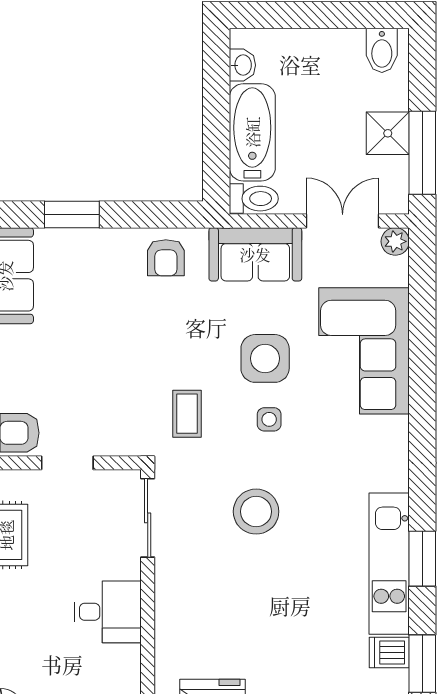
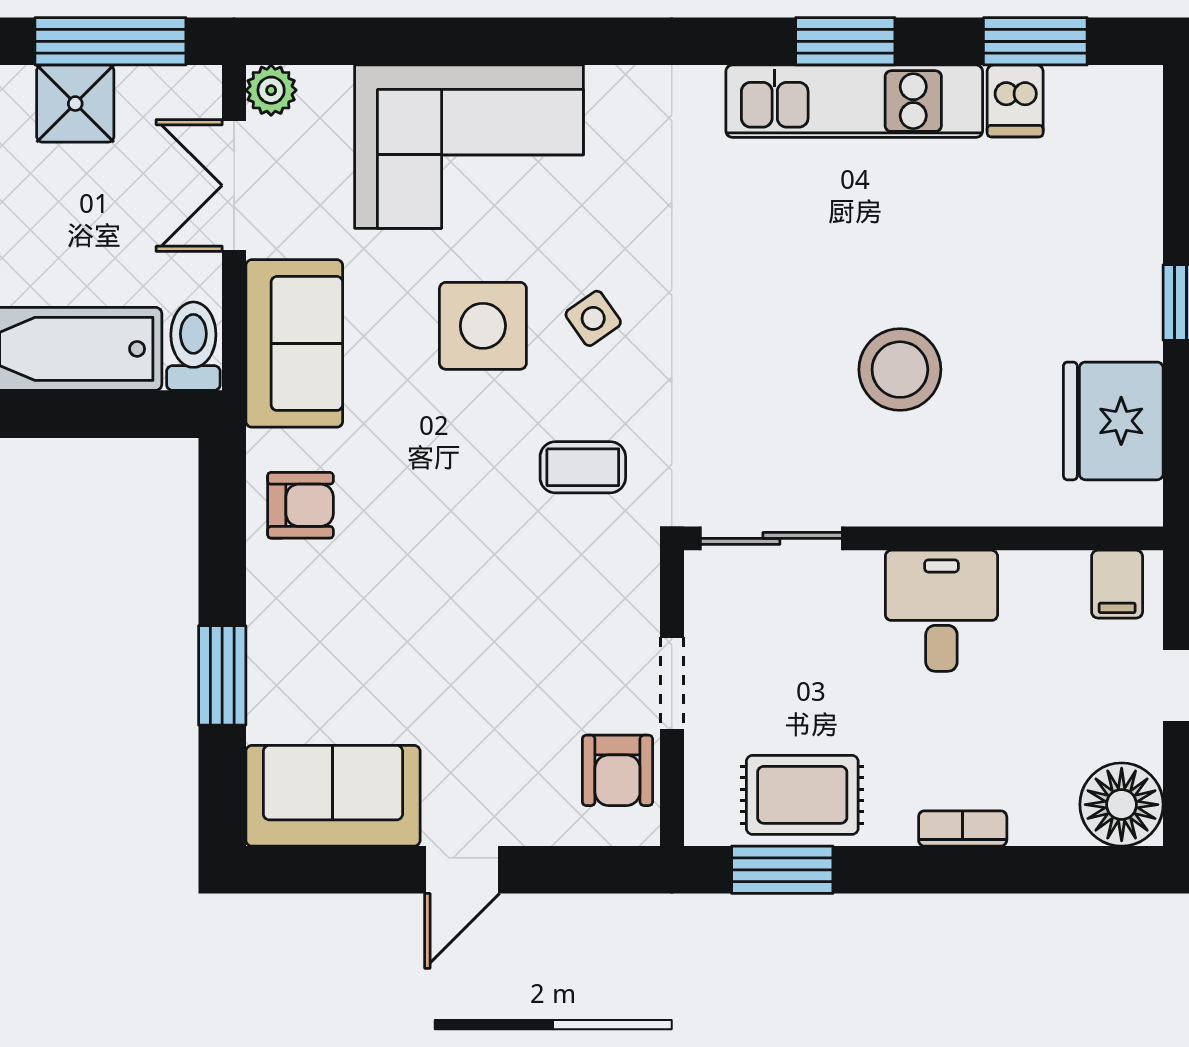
side table: (269, 419) -> (593, 318), turned -35
stool: (256, 512) -> (900, 370), moved

